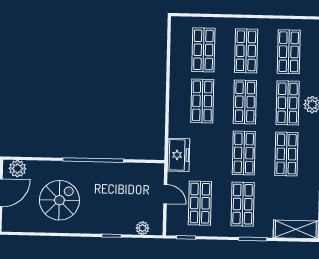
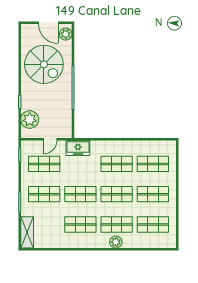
spiral stairs: (59, 200) -> (44, 64), width x1.37, depth x1.37
plant: (142, 228) -> (30, 119), width x1.87, depth x1.87

